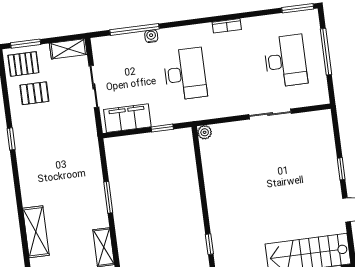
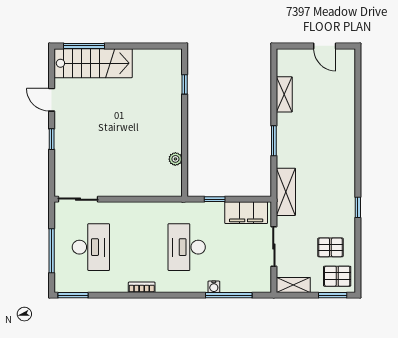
desk: (285, 61) -> (91, 247), turned 180
sliding door: (270, 114) -> (78, 199), moved
plant: (205, 132) -> (175, 159), moved
shelving: (36, 232) -> (286, 192), moved

